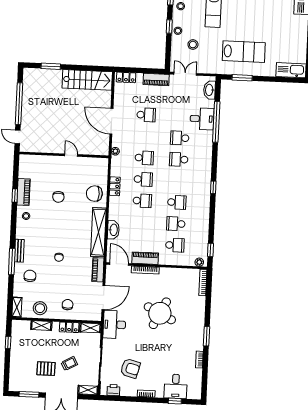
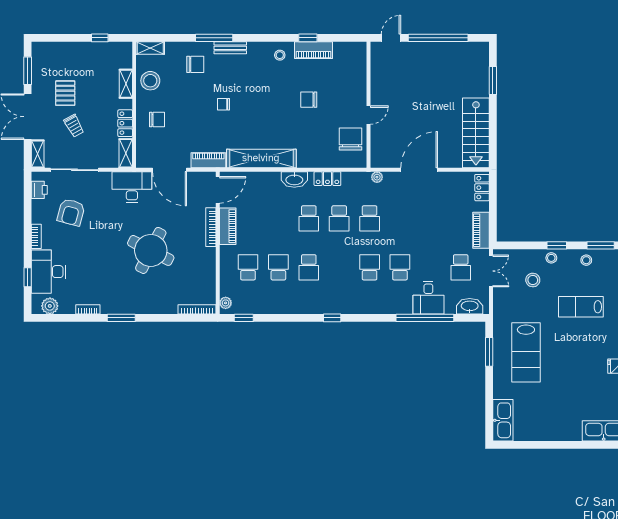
school desk: (146, 115) -> (461, 267), moved
chair: (94, 194) -> (351, 139), moved
washbasin: (113, 230) -> (294, 179), moved
school desk: (175, 245) -> (248, 267), turned 180
desk: (176, 386) -> (48, 272), width x1.37
plant: (196, 386) -> (50, 306), added

